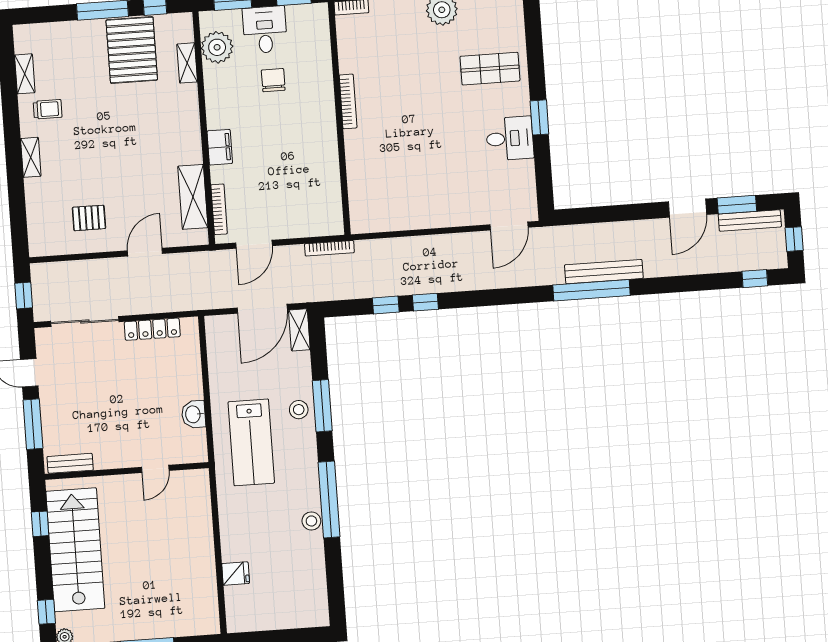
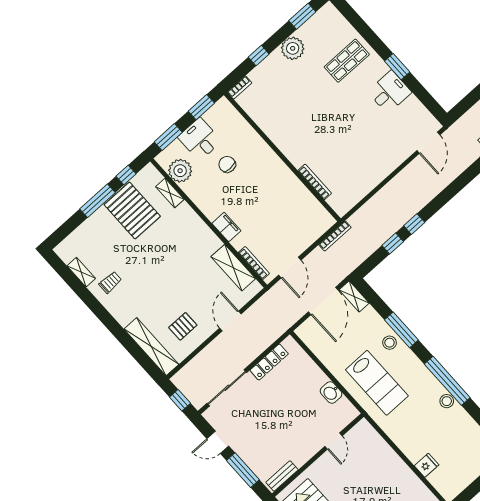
bookcase: (348, 101) -> (315, 182), moved
shelving: (31, 157) -> (151, 347), moved, width x2.20, depth x1.33

